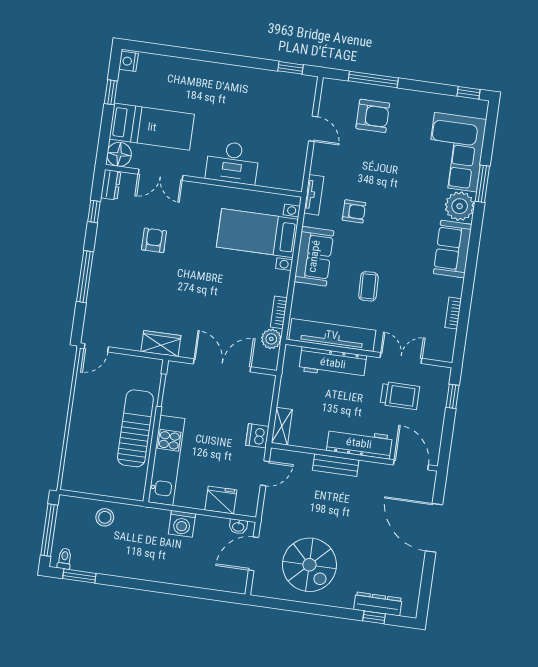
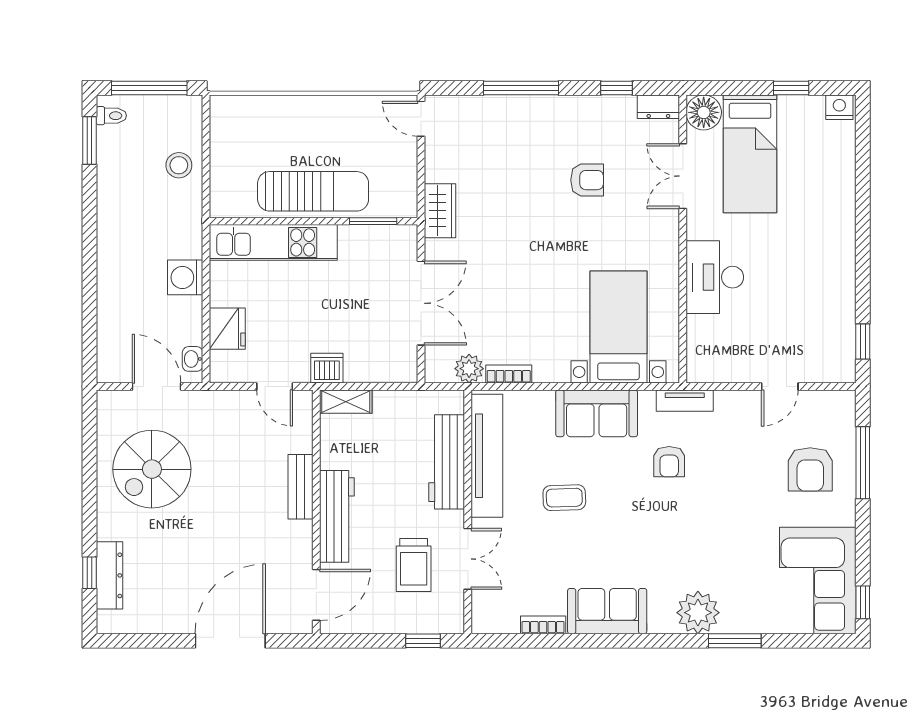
corner sofa: (456, 152) -> (818, 581), moved, turned -90
sofa: (453, 249) -> (607, 611), moved

